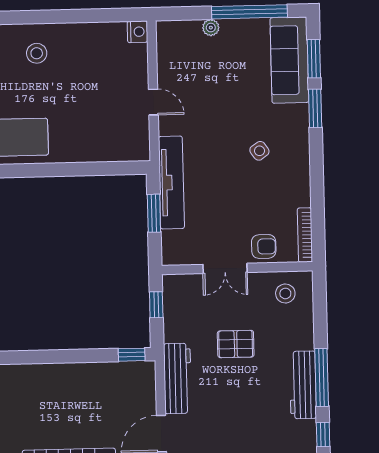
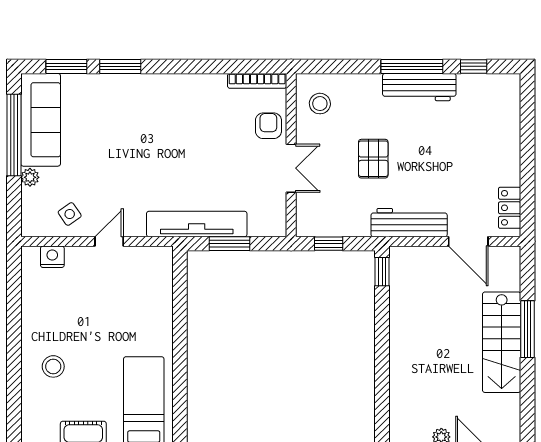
nightstand: (137, 32) -> (52, 257), moved
sofa: (289, 60) -> (41, 120), moved, turned -90
side table: (259, 151) -> (70, 214), moved

